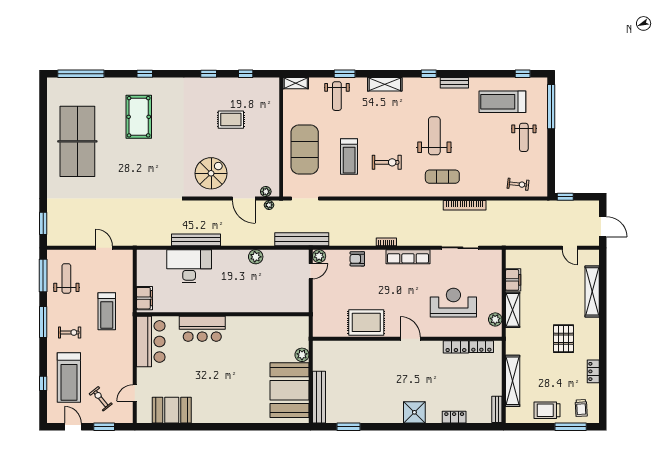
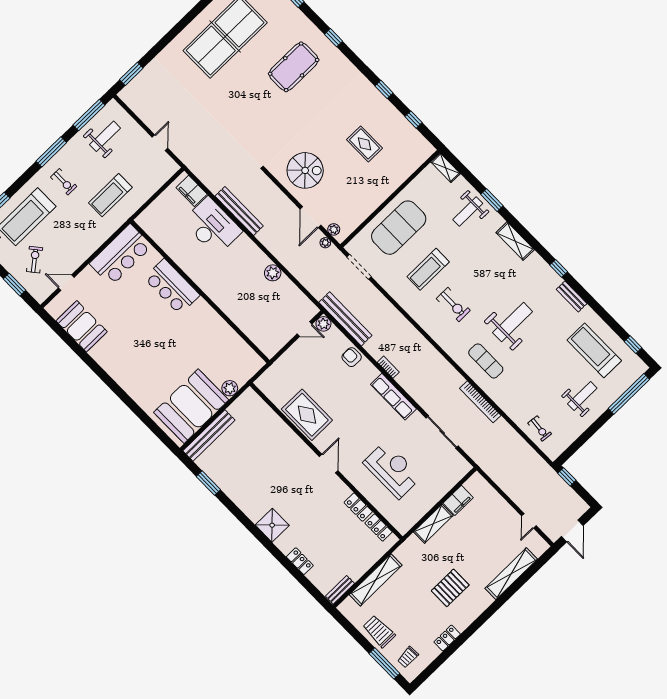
weight bench: (524, 137) -> (582, 396), turned 180
bench: (302, 239) -> (345, 319), moved
filing cabinet: (145, 298) -> (192, 191), moved, turned 90
plant: (495, 319) -> (412, 517), removed

